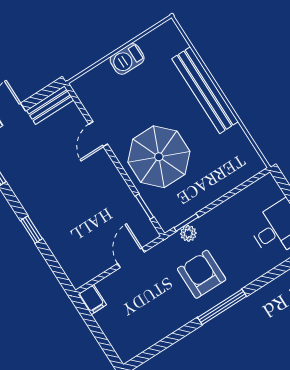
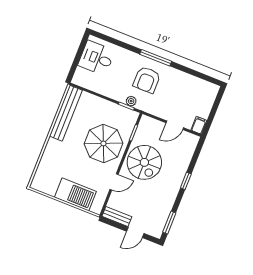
barbecue: (127, 59) -> (75, 194), width x1.88, depth x1.53
bench: (205, 90) -> (66, 113), moved
spiral stairs: (95, 193) -> (144, 162), added
door: (131, 258) -> (175, 125), moved

